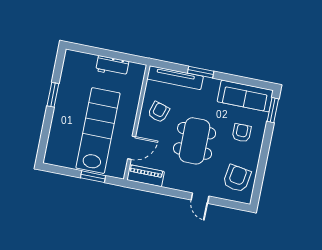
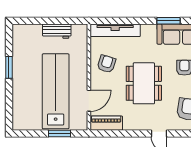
window: (201, 72) -> (168, 21), moved

